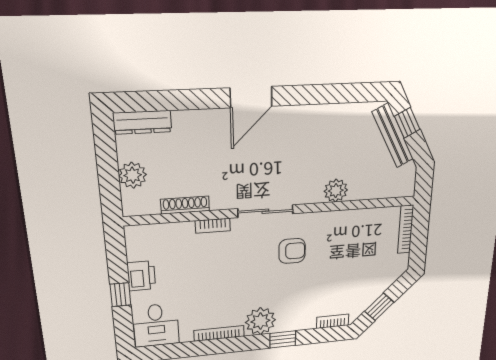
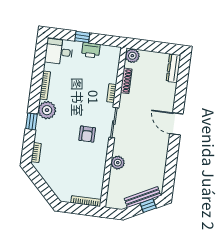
plant: (133, 175) -> (132, 56), moved
window: (379, 307) -> (39, 182), removed

